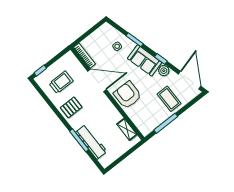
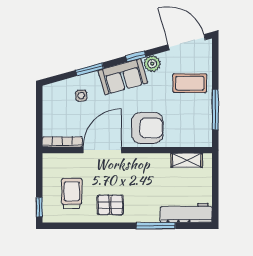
armchair: (128, 95) -> (147, 128), turned 180
pallet: (71, 107) -> (110, 205), turned 90
workbench: (91, 142) -> (186, 213), moved

